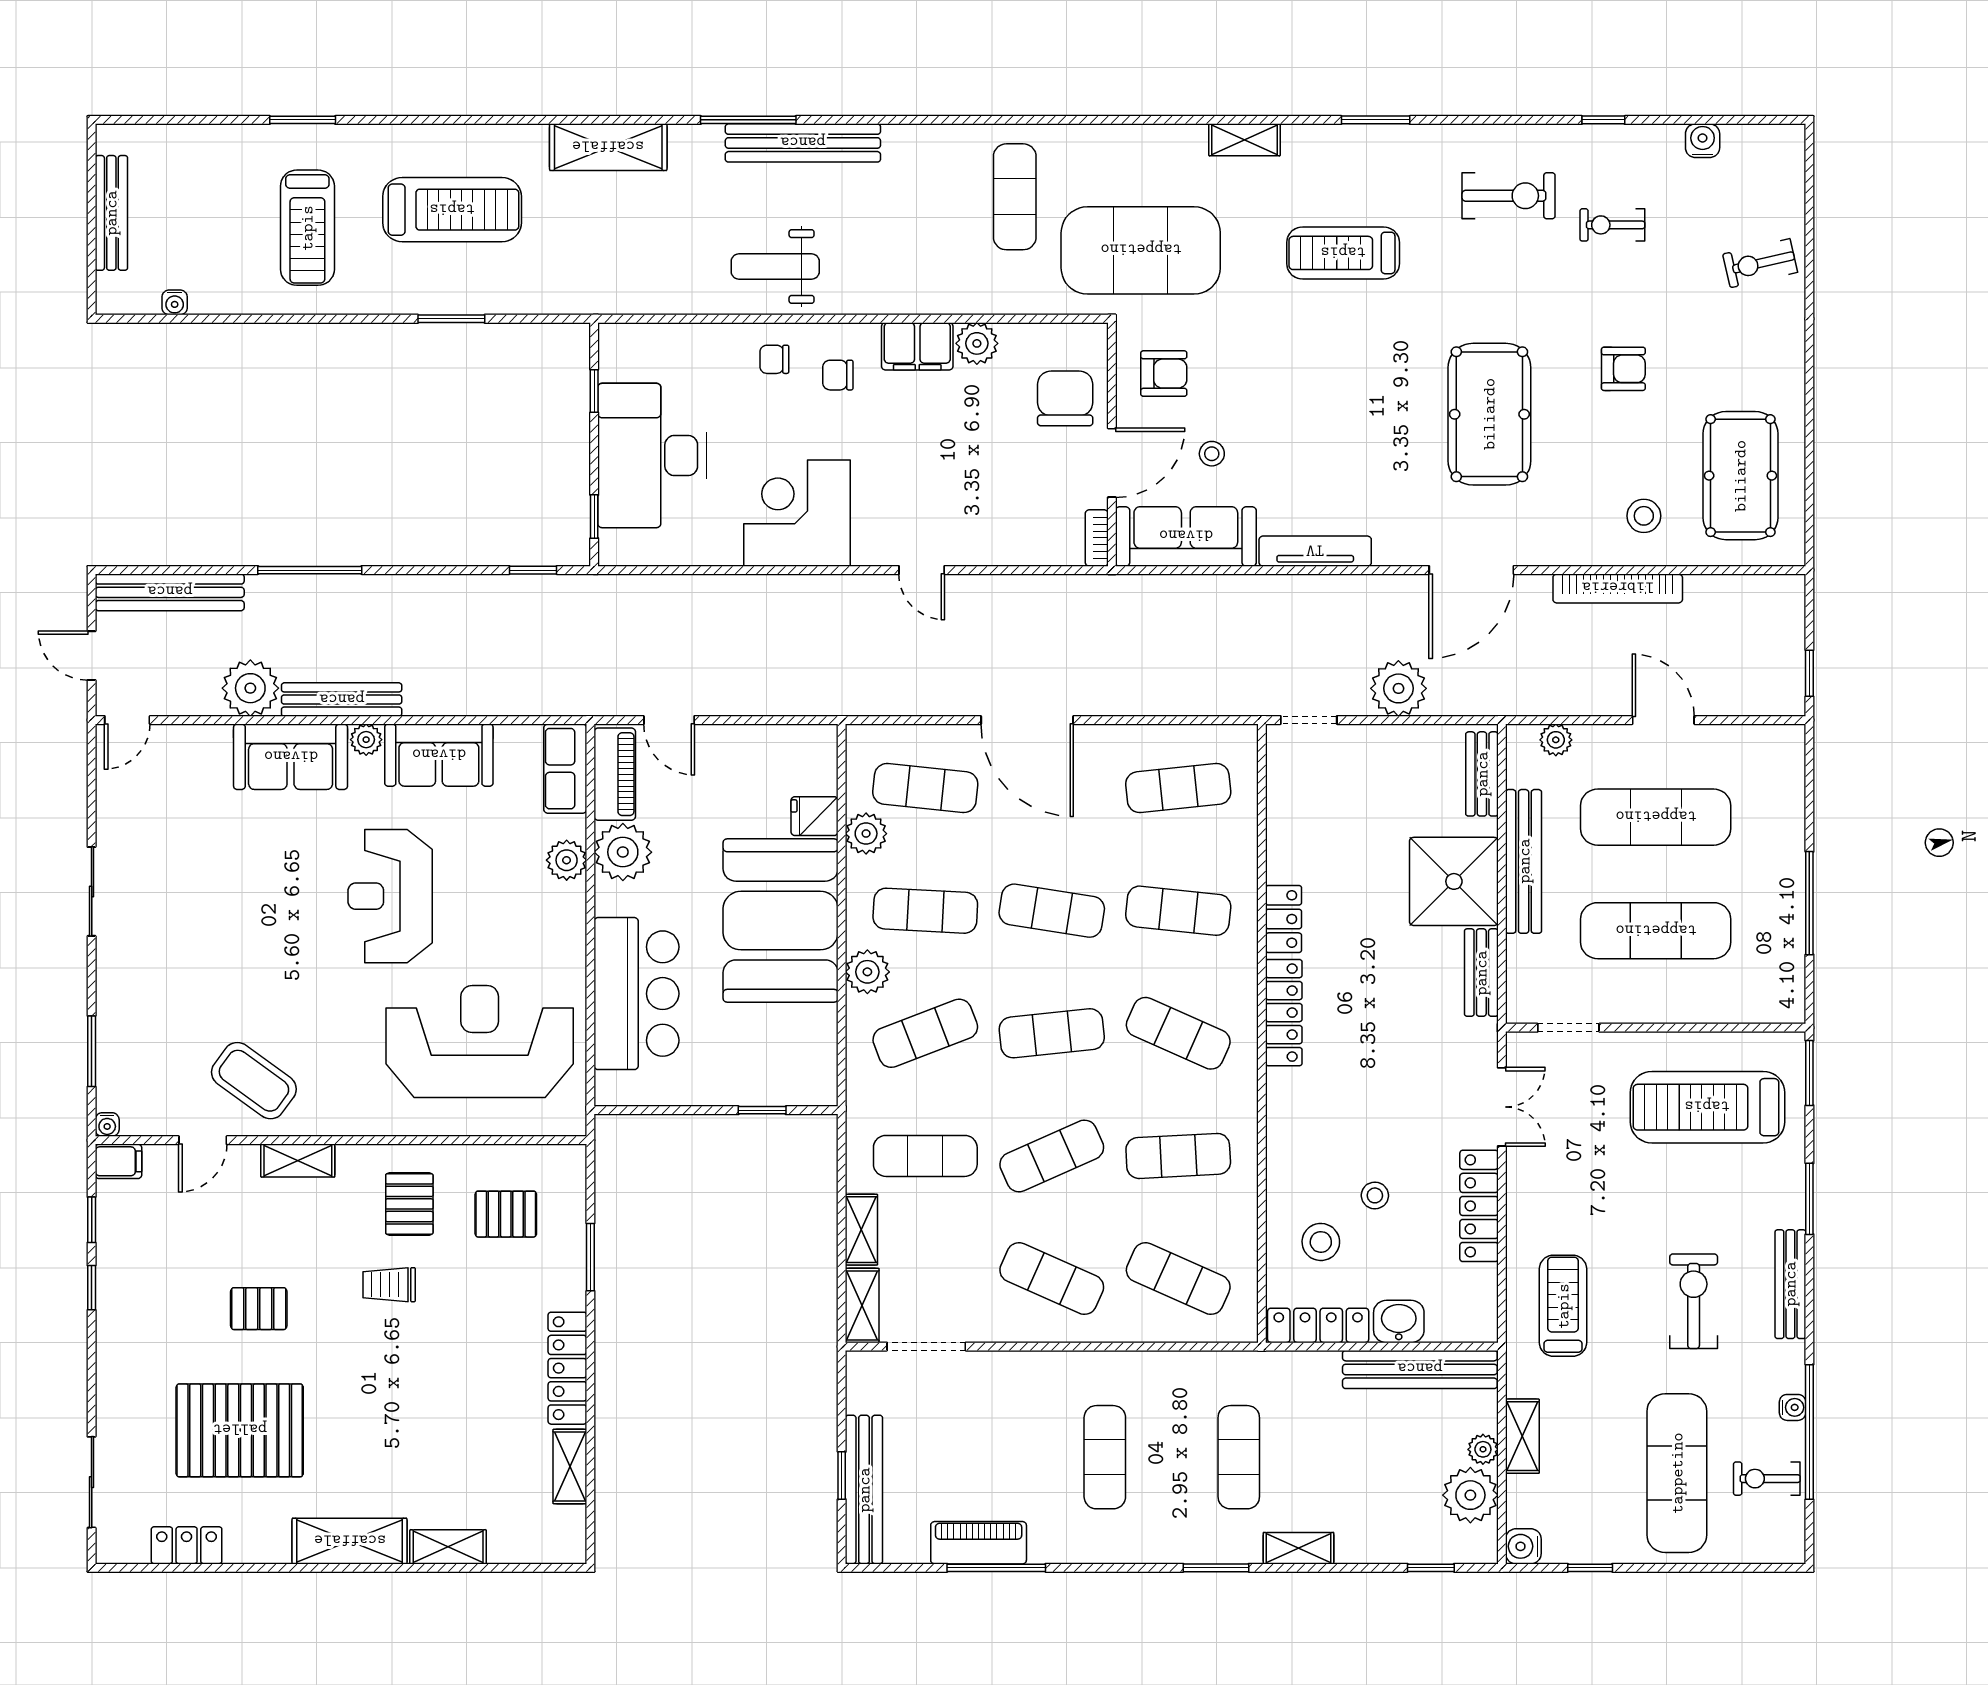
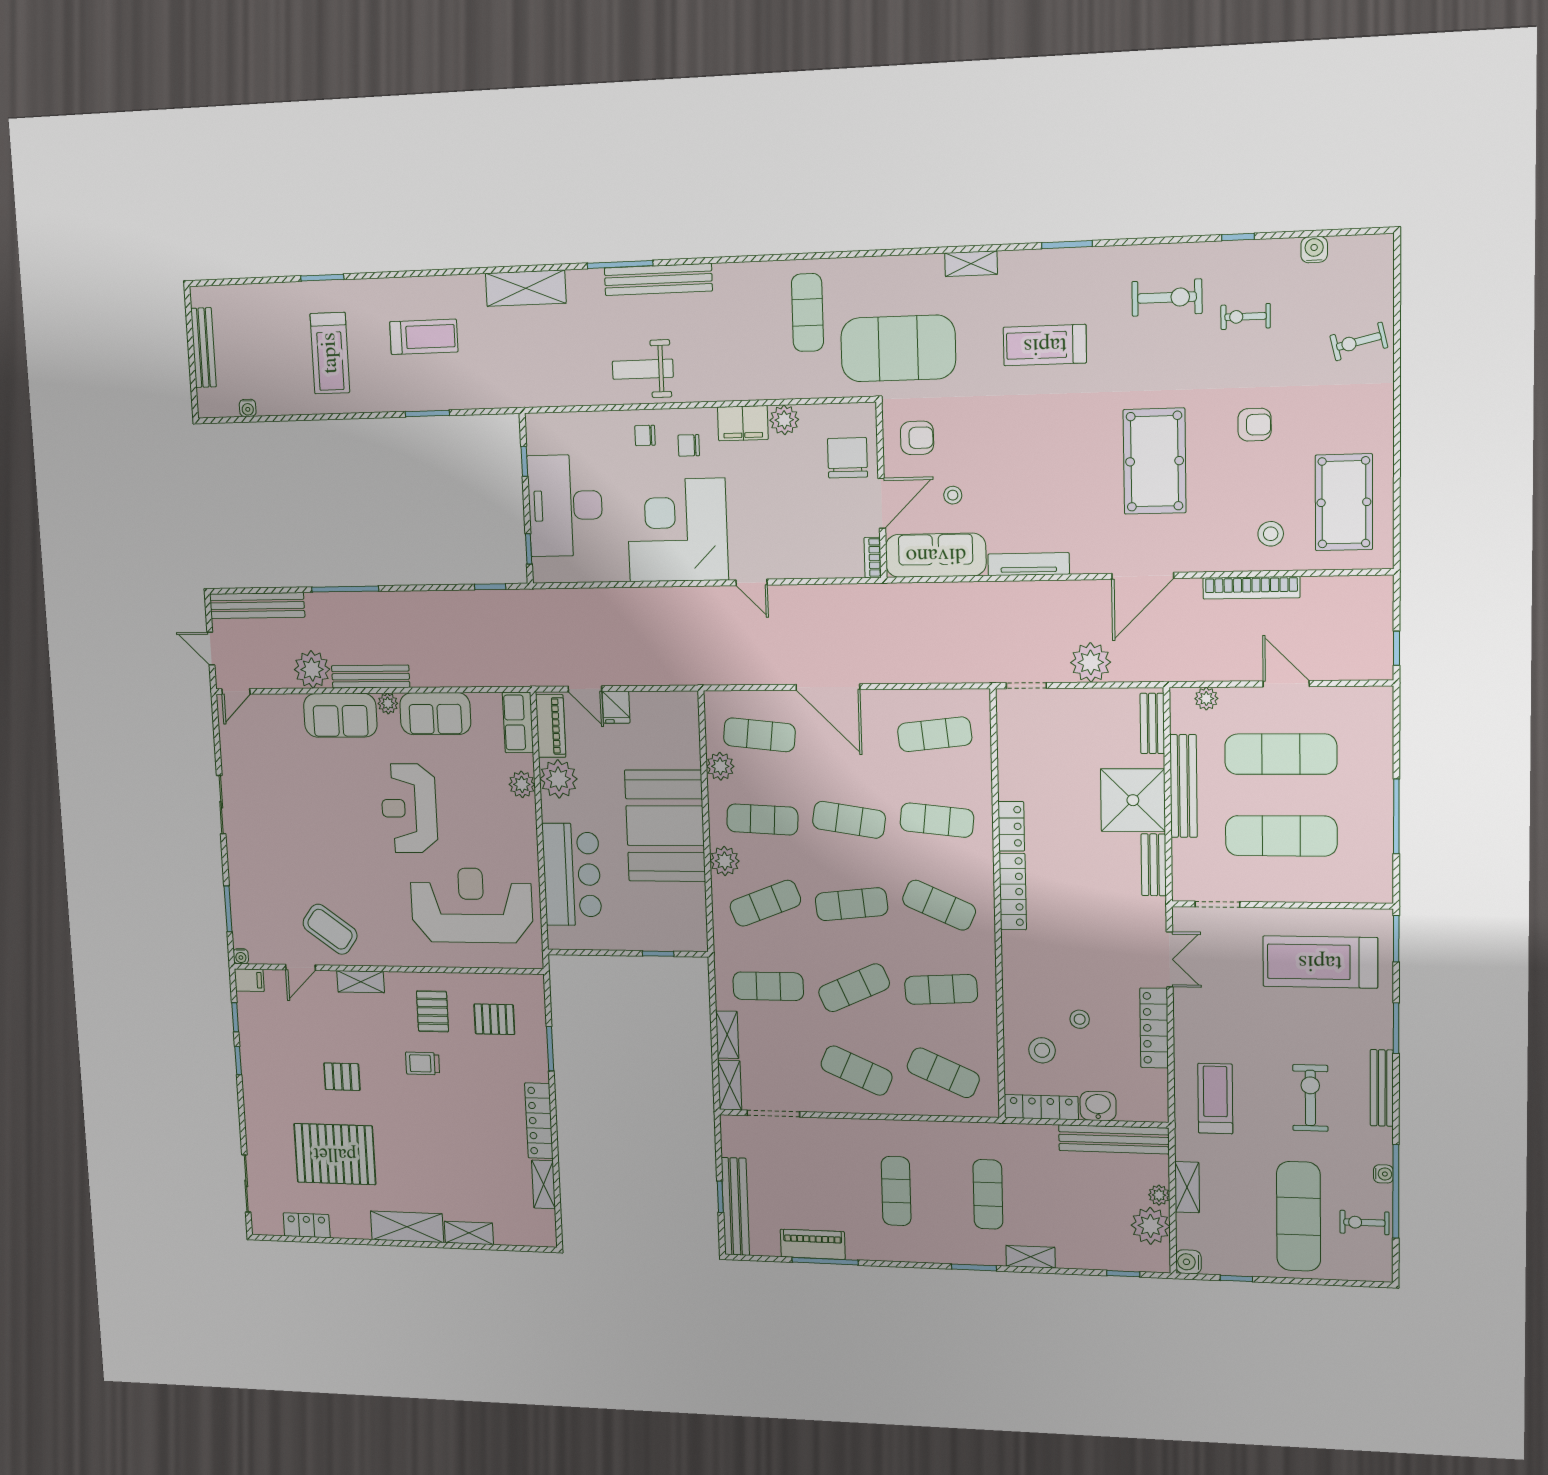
treadmill: (452, 210) -> (424, 337), width x0.73, depth x0.73
corner desk: (797, 513) -> (677, 530), width x1.36, depth x1.36
fridge: (815, 816) -> (616, 707), moved, turned -90

